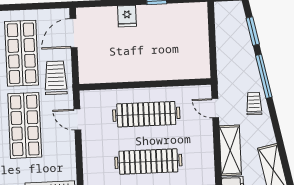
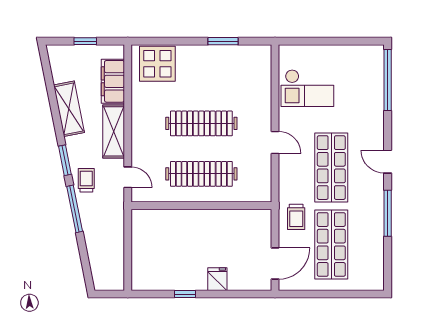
window: (253, 31) -> (65, 160), moved
trolley: (56, 78) -> (296, 217), width x0.73, depth x0.72
trolley: (254, 104) -> (86, 180), turned 180
door: (77, 119) -> (275, 142), moved

